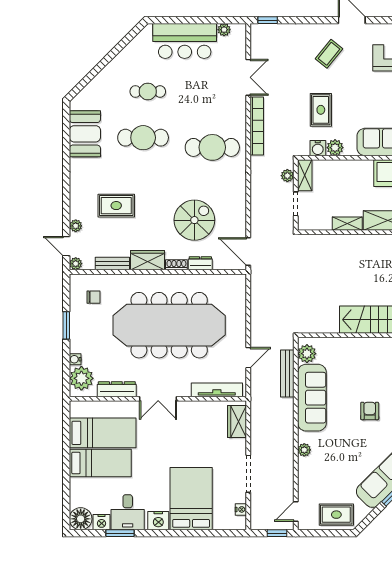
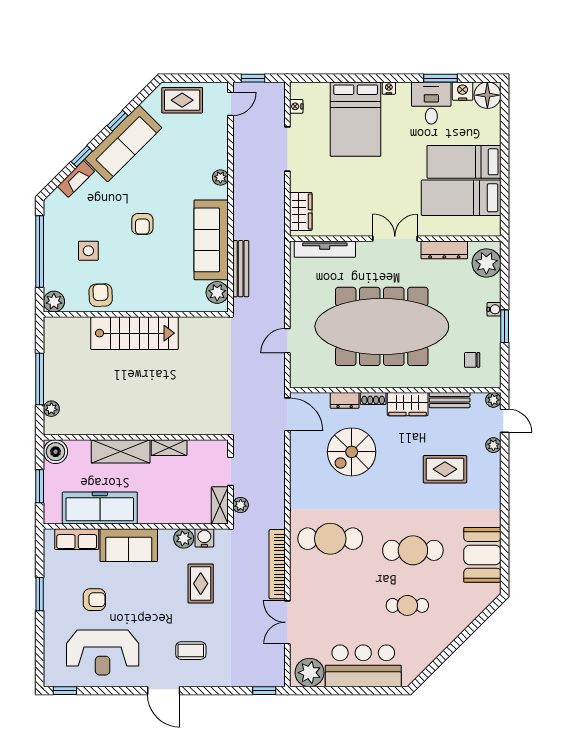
plant: (224, 30) -> (310, 673), width x1.88, depth x1.88
coffee table: (329, 54) -> (191, 651), turned 51
door: (248, 358) -> (287, 341), moved
water cooler: (75, 359) -> (494, 309), moved
nightstand: (158, 521) -> (389, 88), width x0.53, depth x0.56

